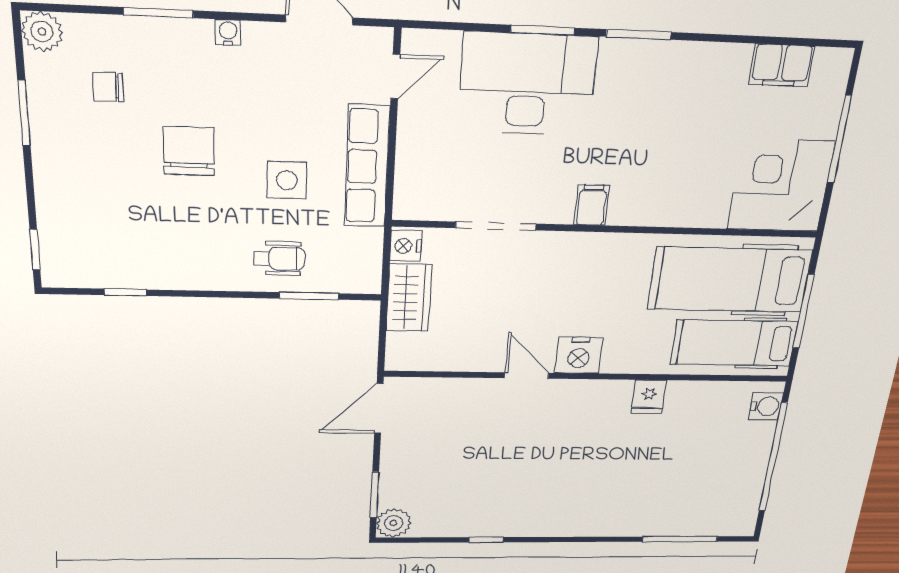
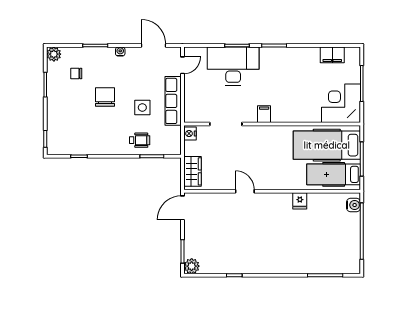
wardrobe: (409, 298) -> (193, 171), moved
nightstand: (579, 355) -> (266, 181), removed

